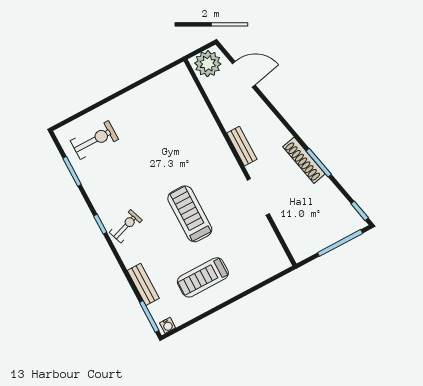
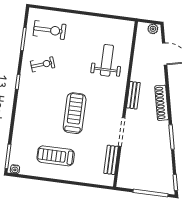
plant: (208, 64) -> (153, 29), width x0.53, depth x0.53
weight bench: (184, 128) -> (107, 60), added
shoe rack: (304, 160) -> (162, 103), moved
exercise bike: (126, 226) -> (43, 64), moved
bench: (143, 284) -> (111, 160), moved

